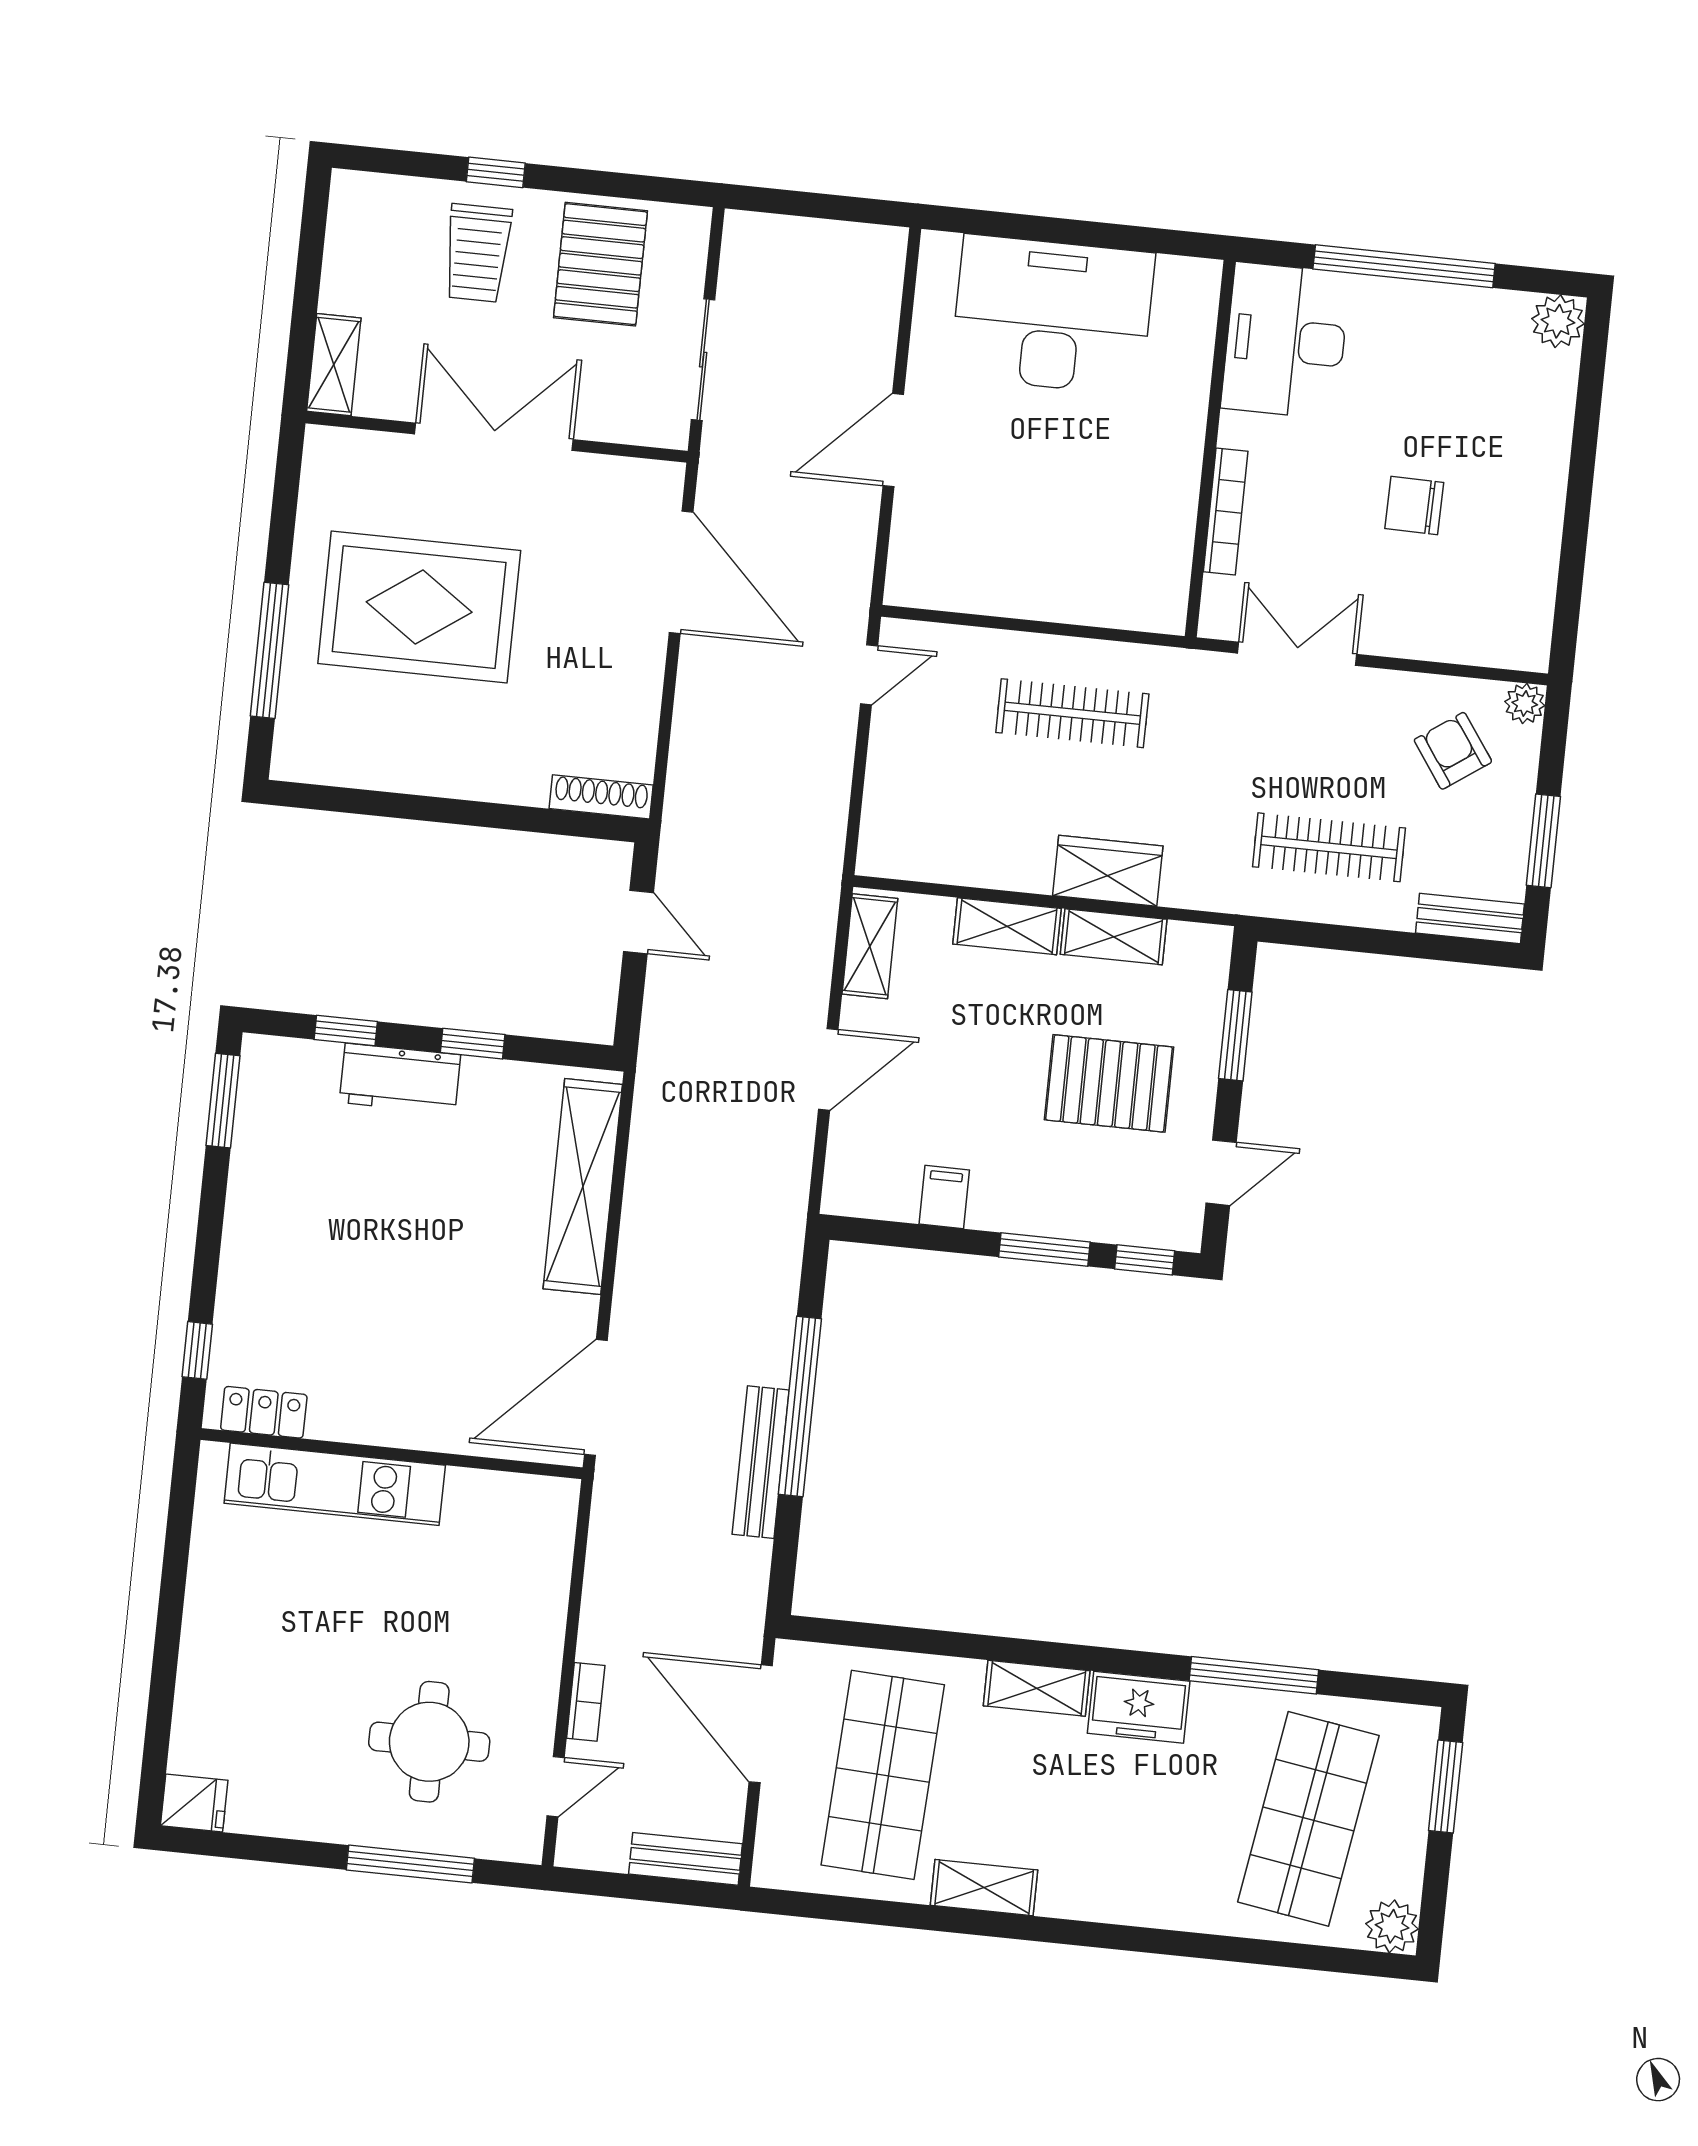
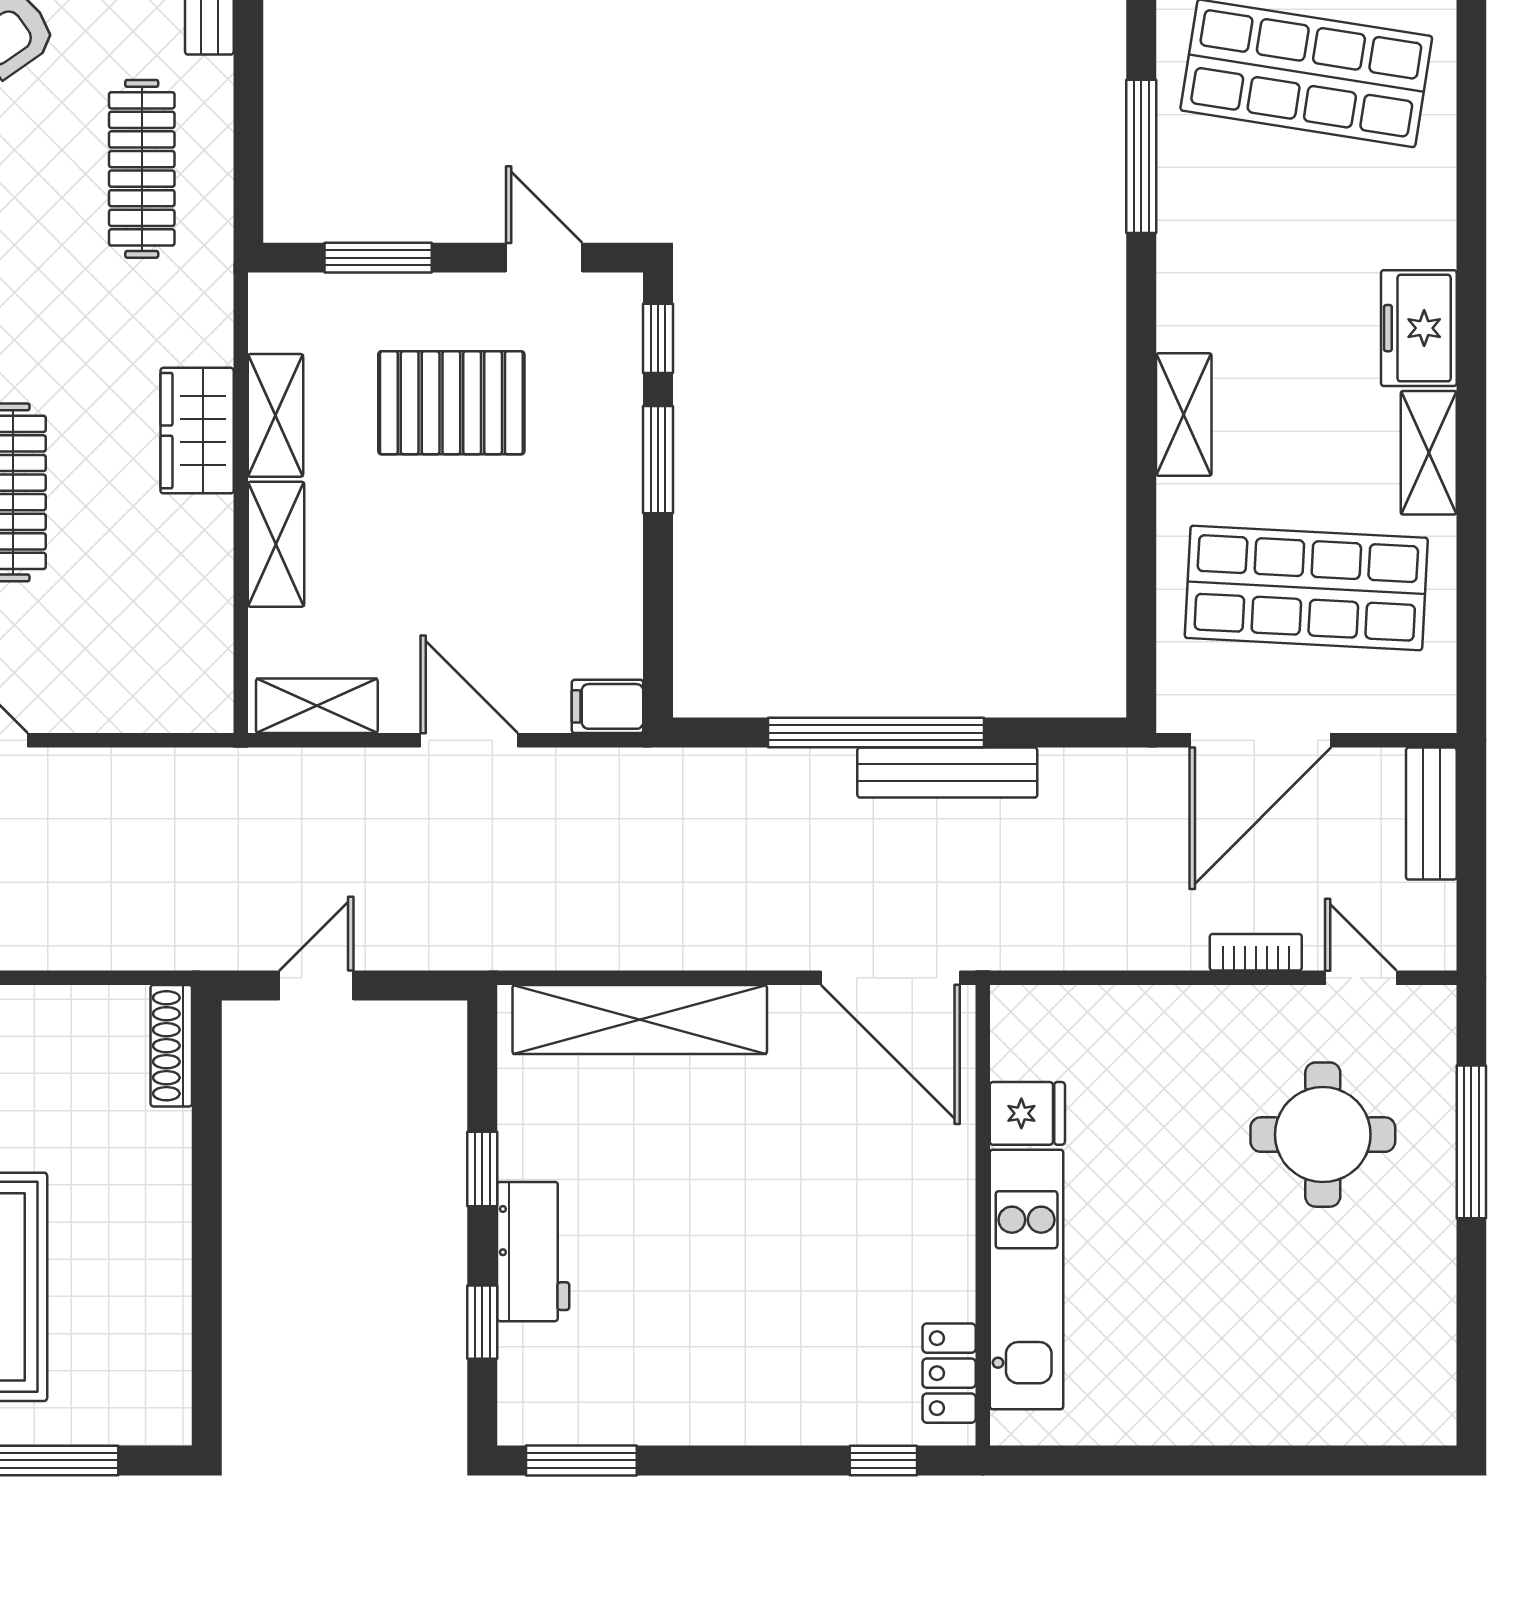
pallet: (1109, 1083) -> (451, 403), turned 90
filing cabinet: (944, 1197) -> (608, 706), moved
freezer: (1139, 1707) -> (1419, 328), moved, turned 180
fridge: (194, 1803) -> (1027, 1113), moved, turned 90

